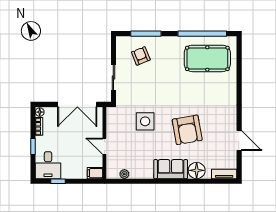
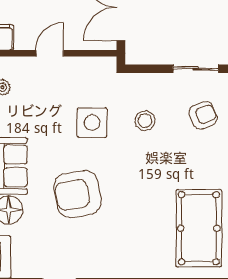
sliding door: (113, 77) -> (196, 69), moved
stool: (144, 90) -> (145, 121), added

